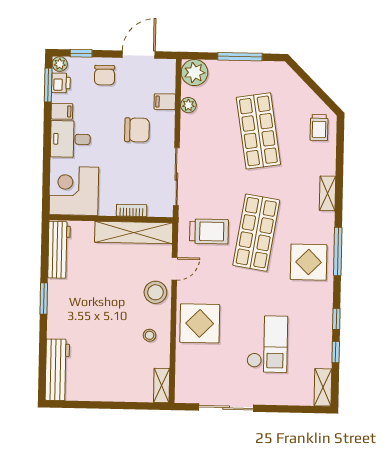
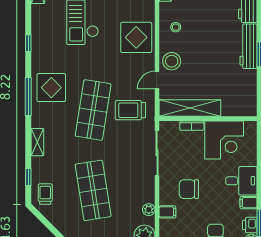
corner desk: (74, 191) -> (224, 140), moved
workbench: (59, 250) -> (248, 46), moved
window: (336, 352) -> (28, 177), moved

